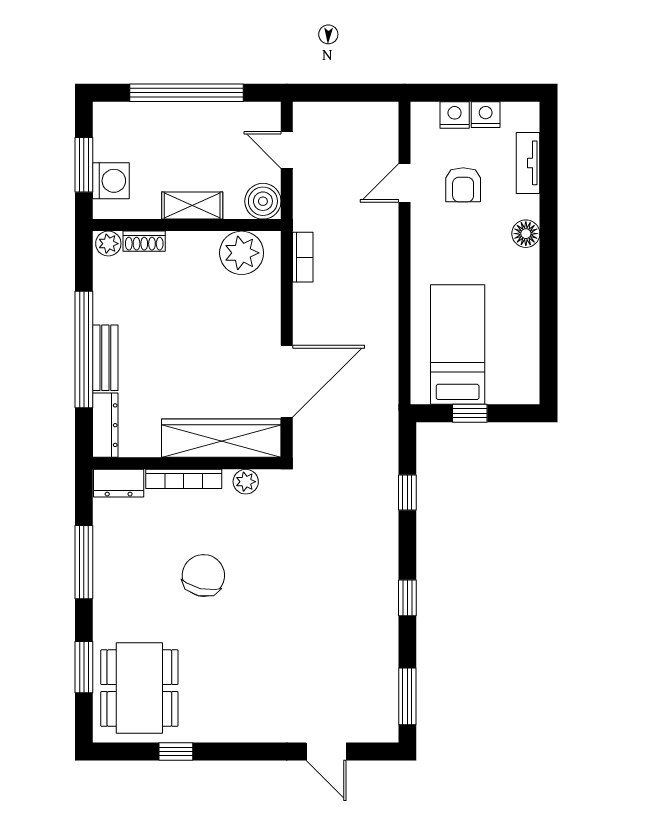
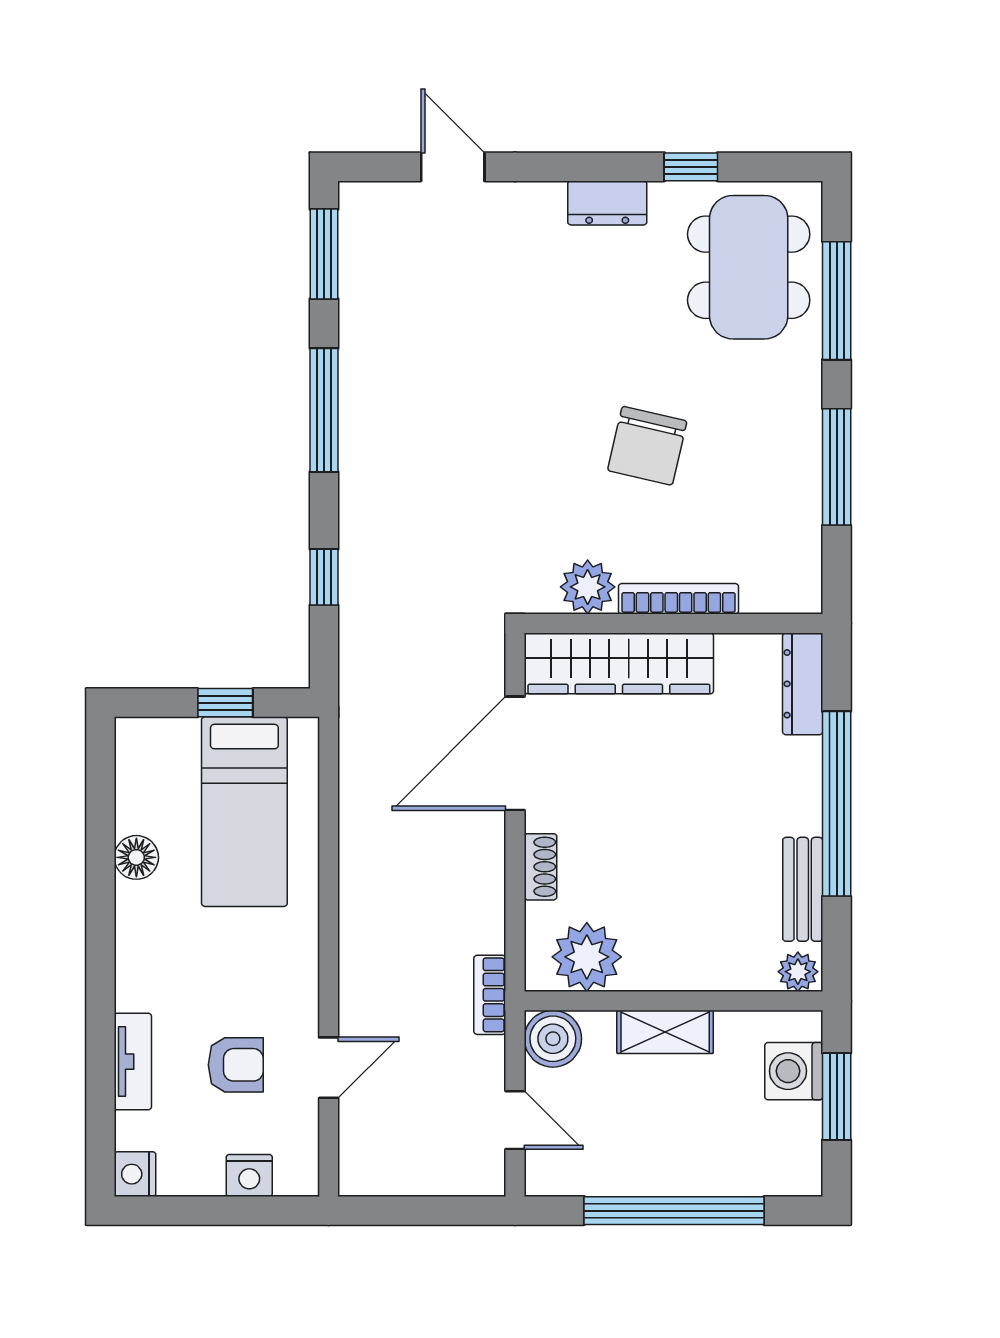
nightstand: (486, 115) -> (135, 1174), moved, turned 90
tv unit: (528, 163) -> (133, 1062), moved
armchair: (463, 185) -> (236, 1065), turned 90
floor lamp: (526, 234) -> (136, 857), moved
shoe rack: (144, 241) -> (541, 867), moved, turned 90
bookcase: (303, 257) -> (490, 995), moved
bench: (105, 358) -> (803, 889), moved
plant: (246, 482) -> (588, 587), width x1.38, depth x1.38
dresser: (119, 483) -> (607, 203), moved, turned 180
window: (407, 598) -> (324, 410), width x2.17
window: (84, 667) -> (837, 301), width x1.44

